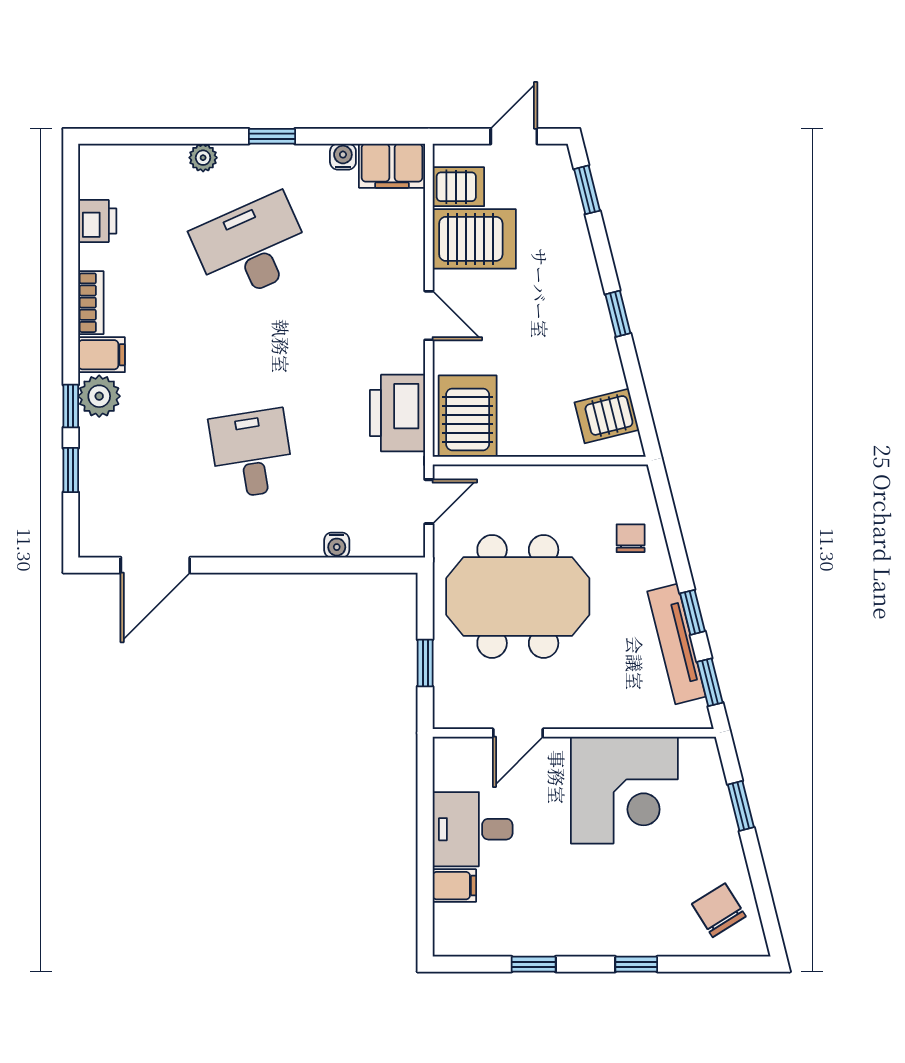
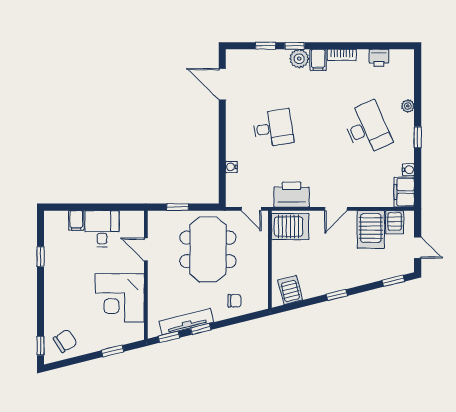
window: (636, 964) -> (41, 346), moved

